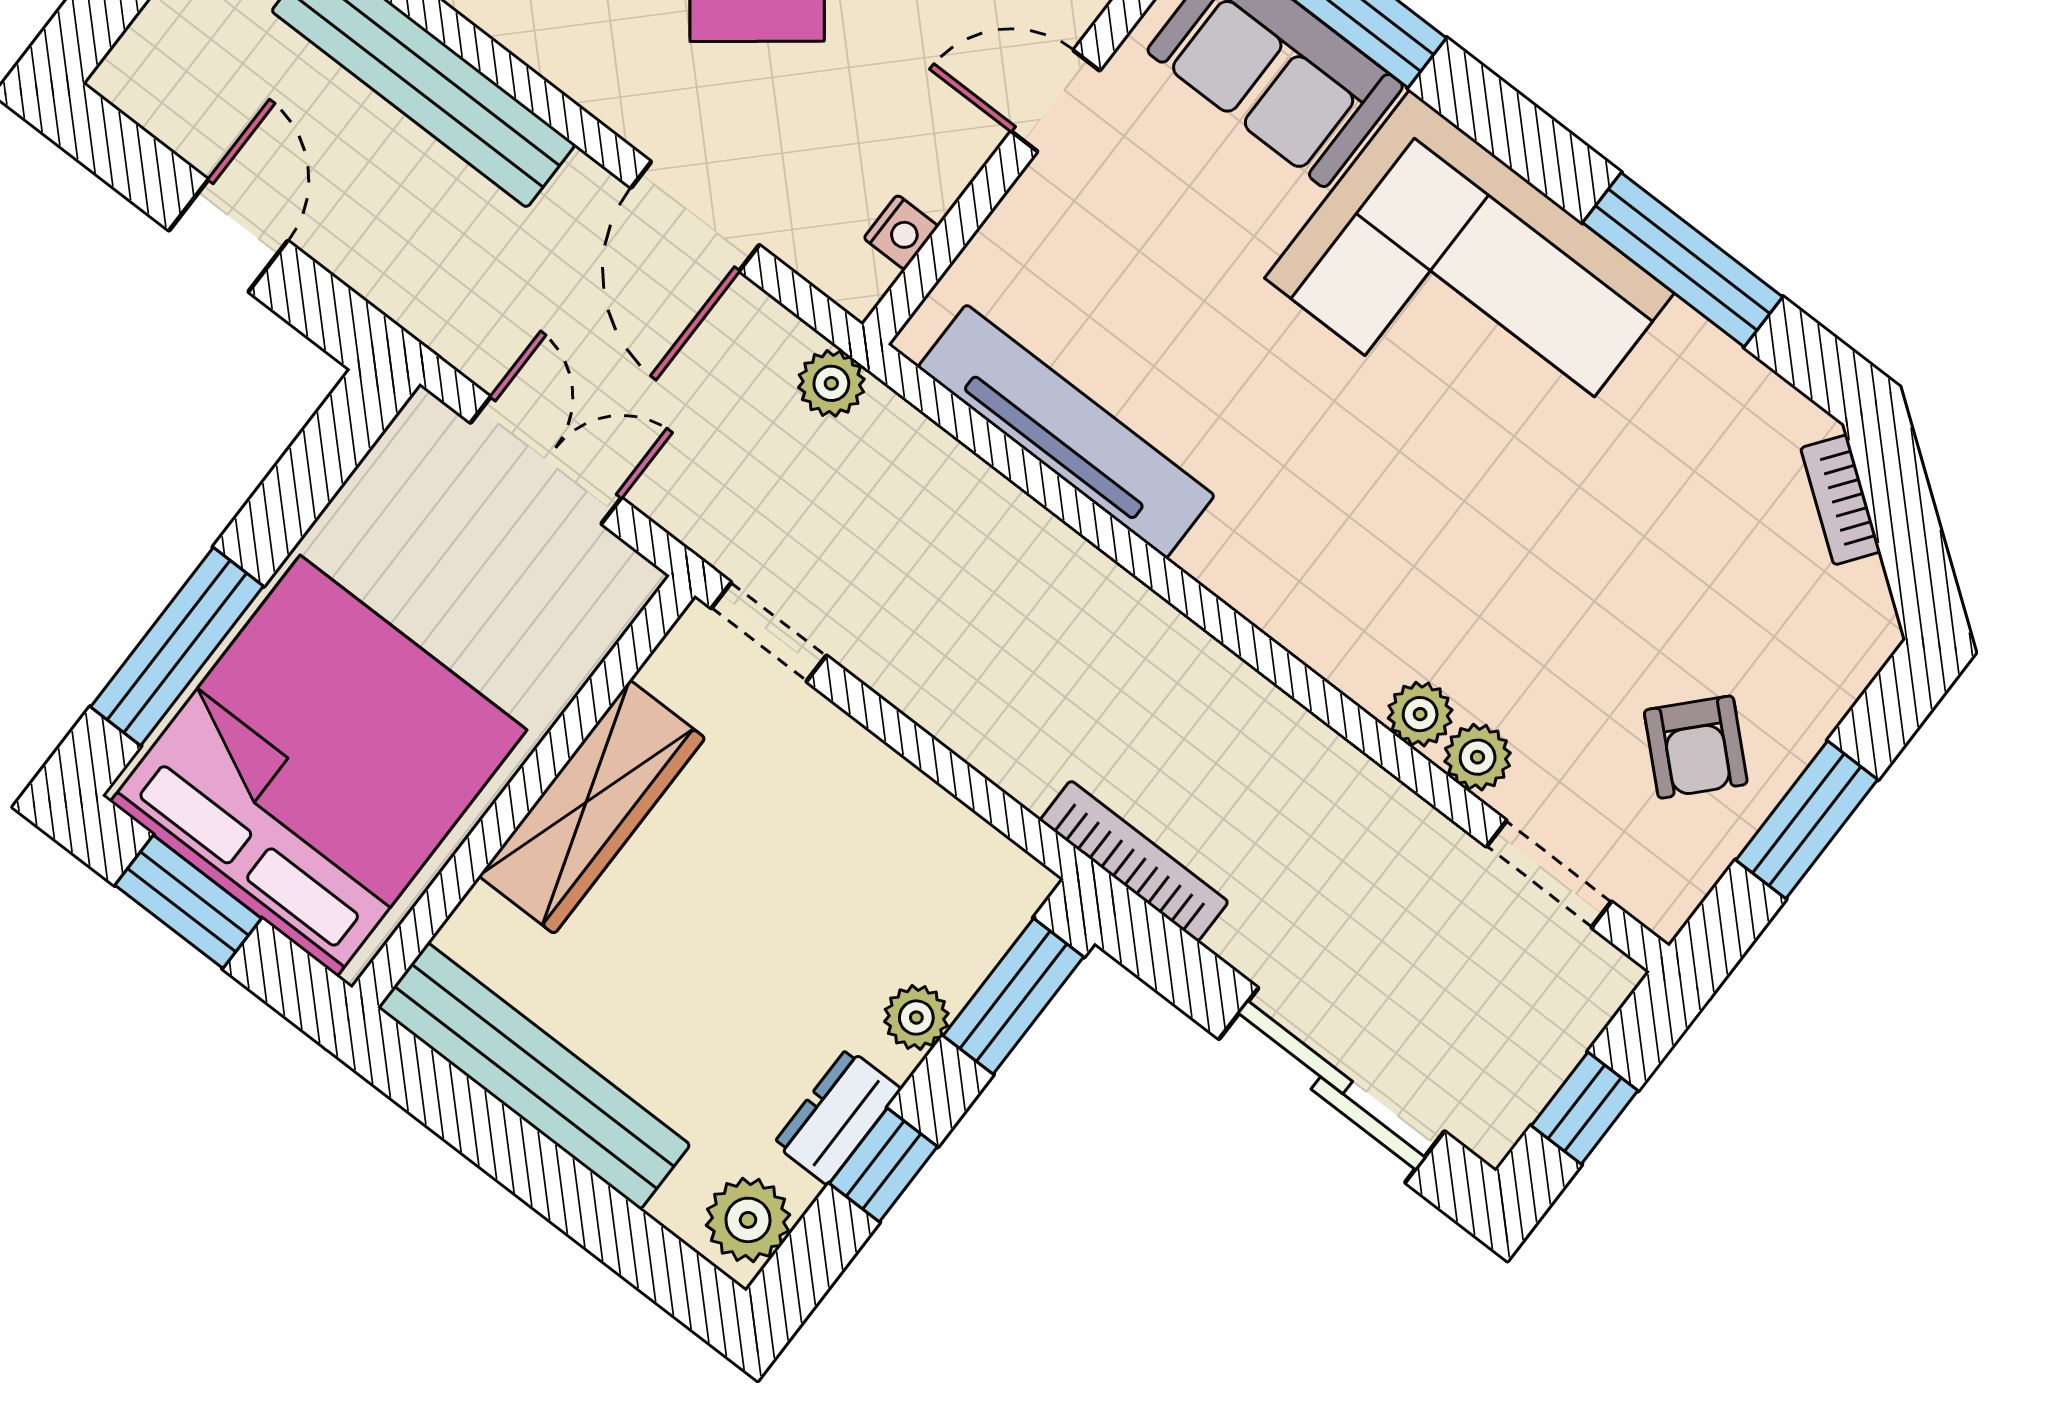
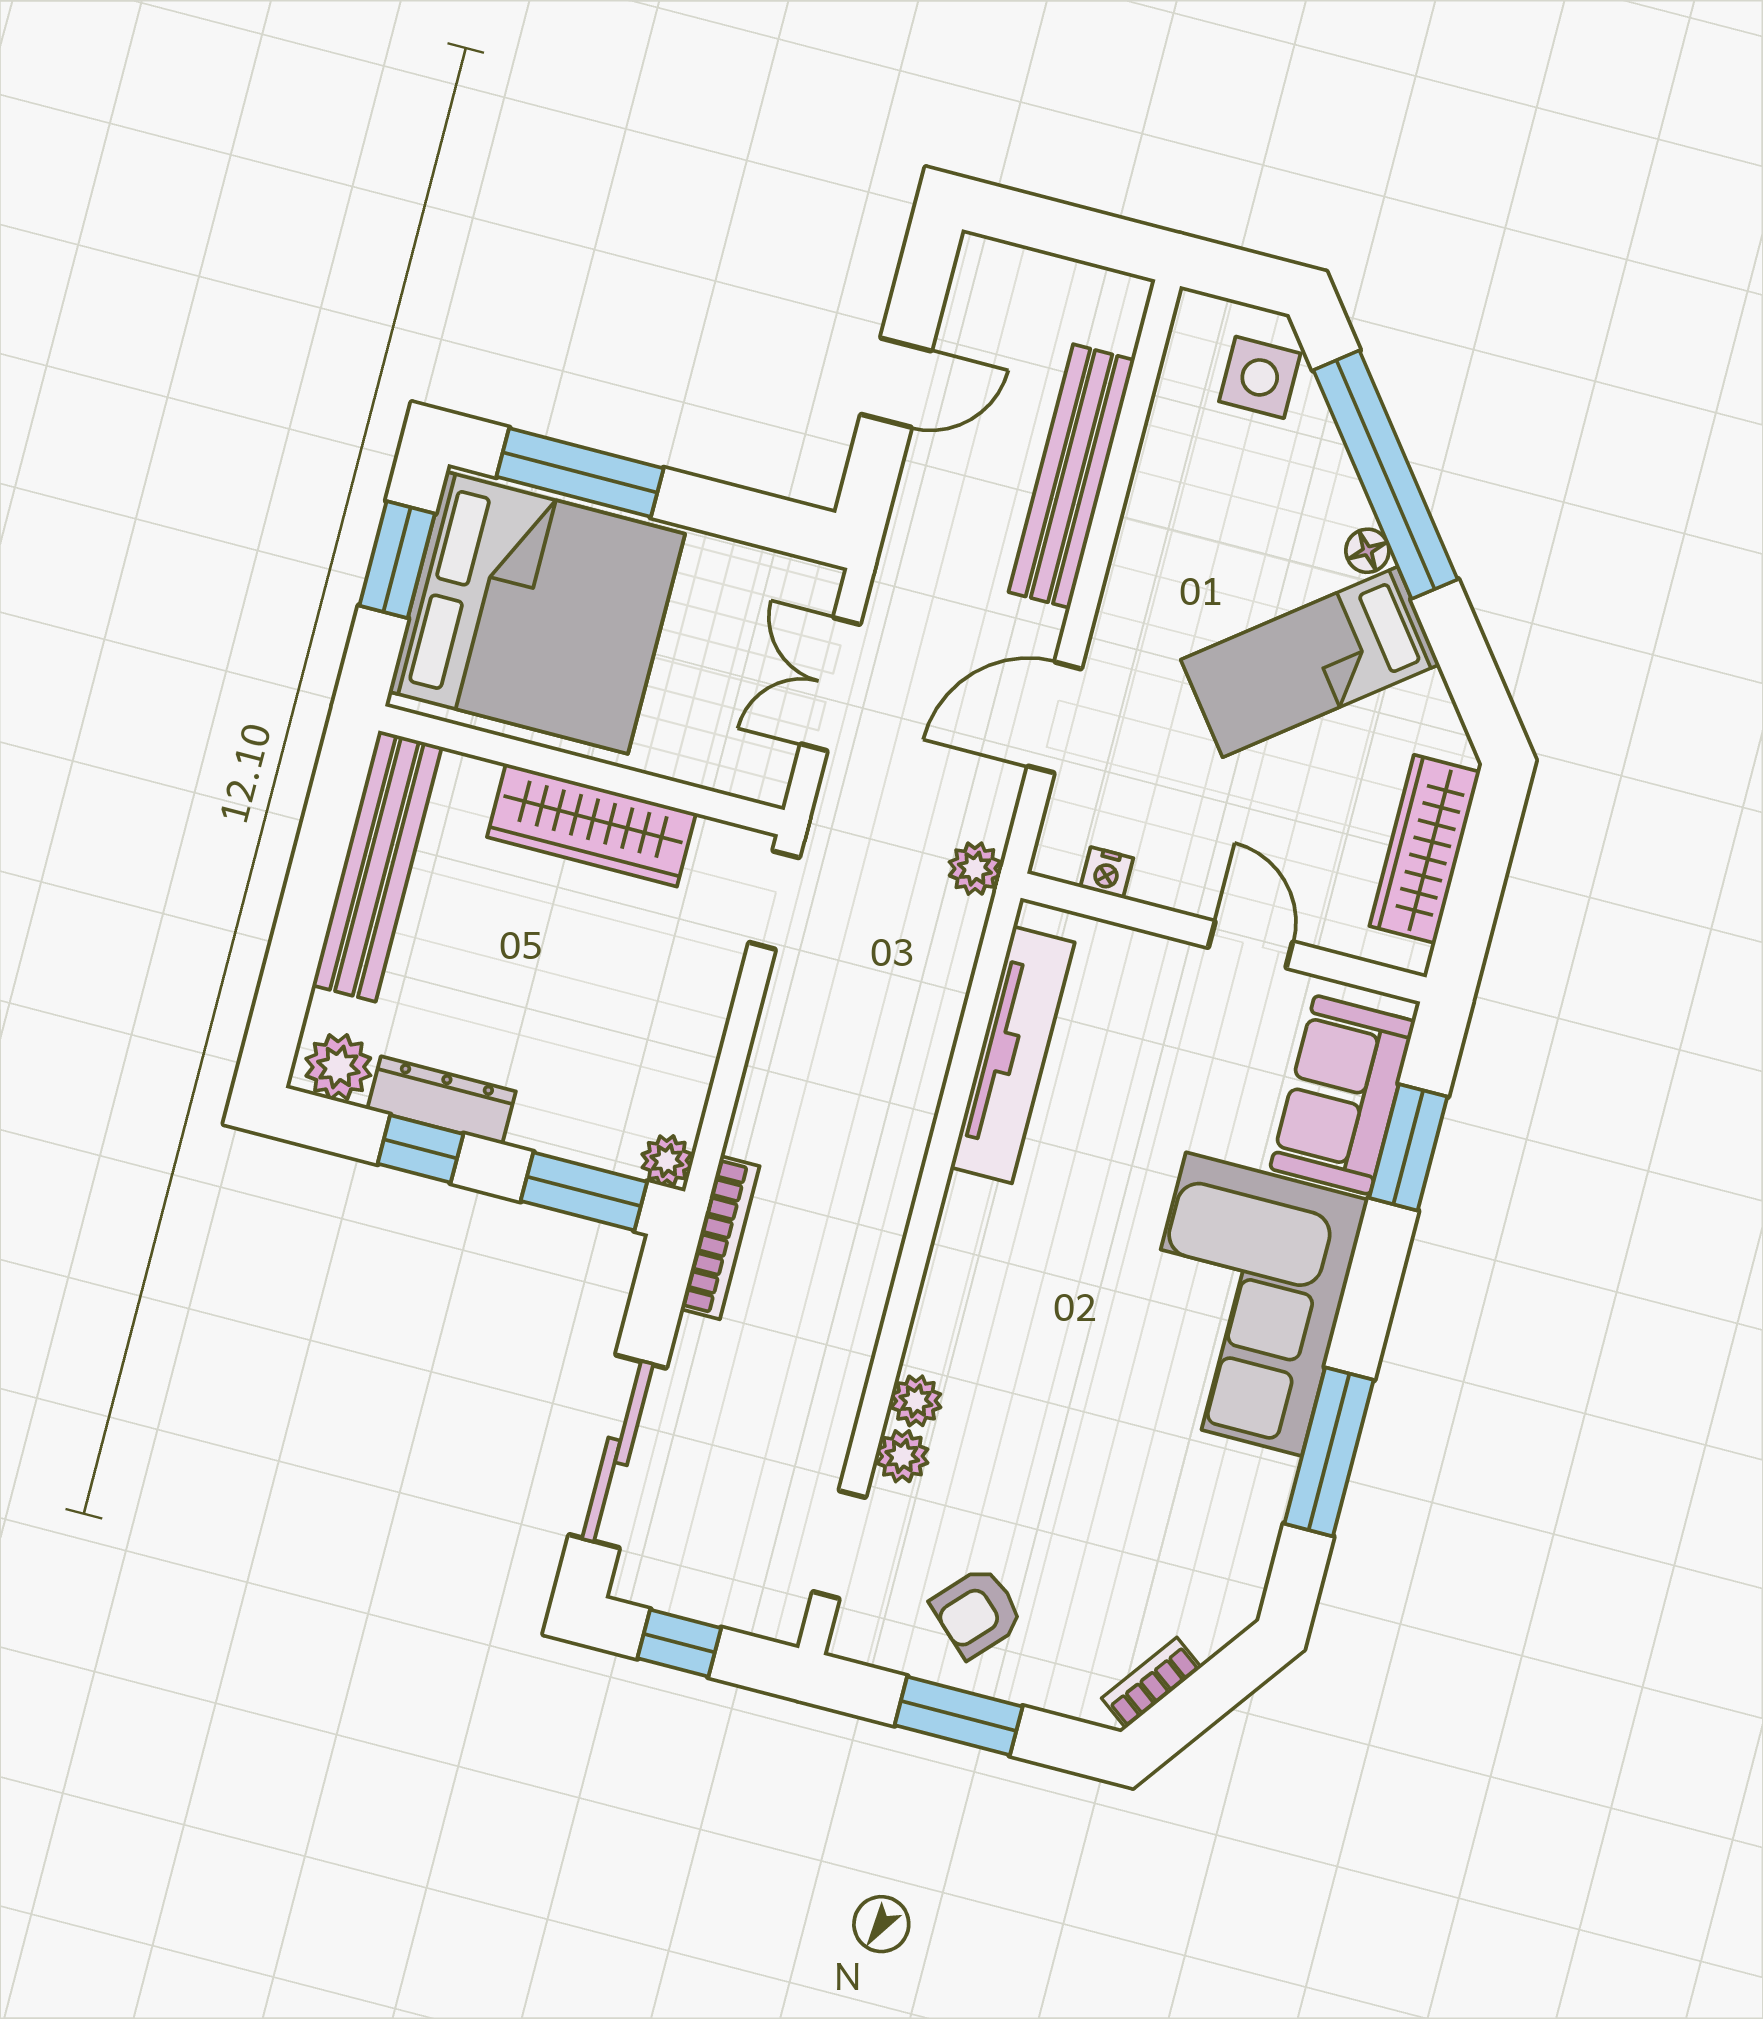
double door: (546, 460) -> (830, 684), swing flipped
bookcase: (1841, 500) -> (1151, 1683), moved
plant: (916, 1018) -> (667, 1161), moved
dresser: (837, 1117) -> (442, 1100), width x1.44

